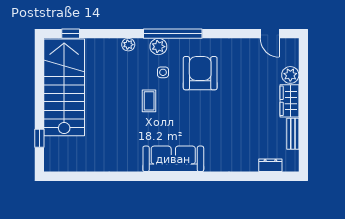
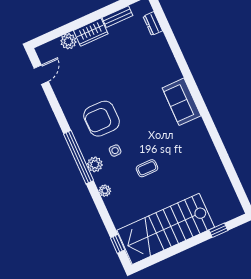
coffee table: (149, 101) -> (147, 168), moved
sofa: (173, 159) -> (182, 102), width x0.73

